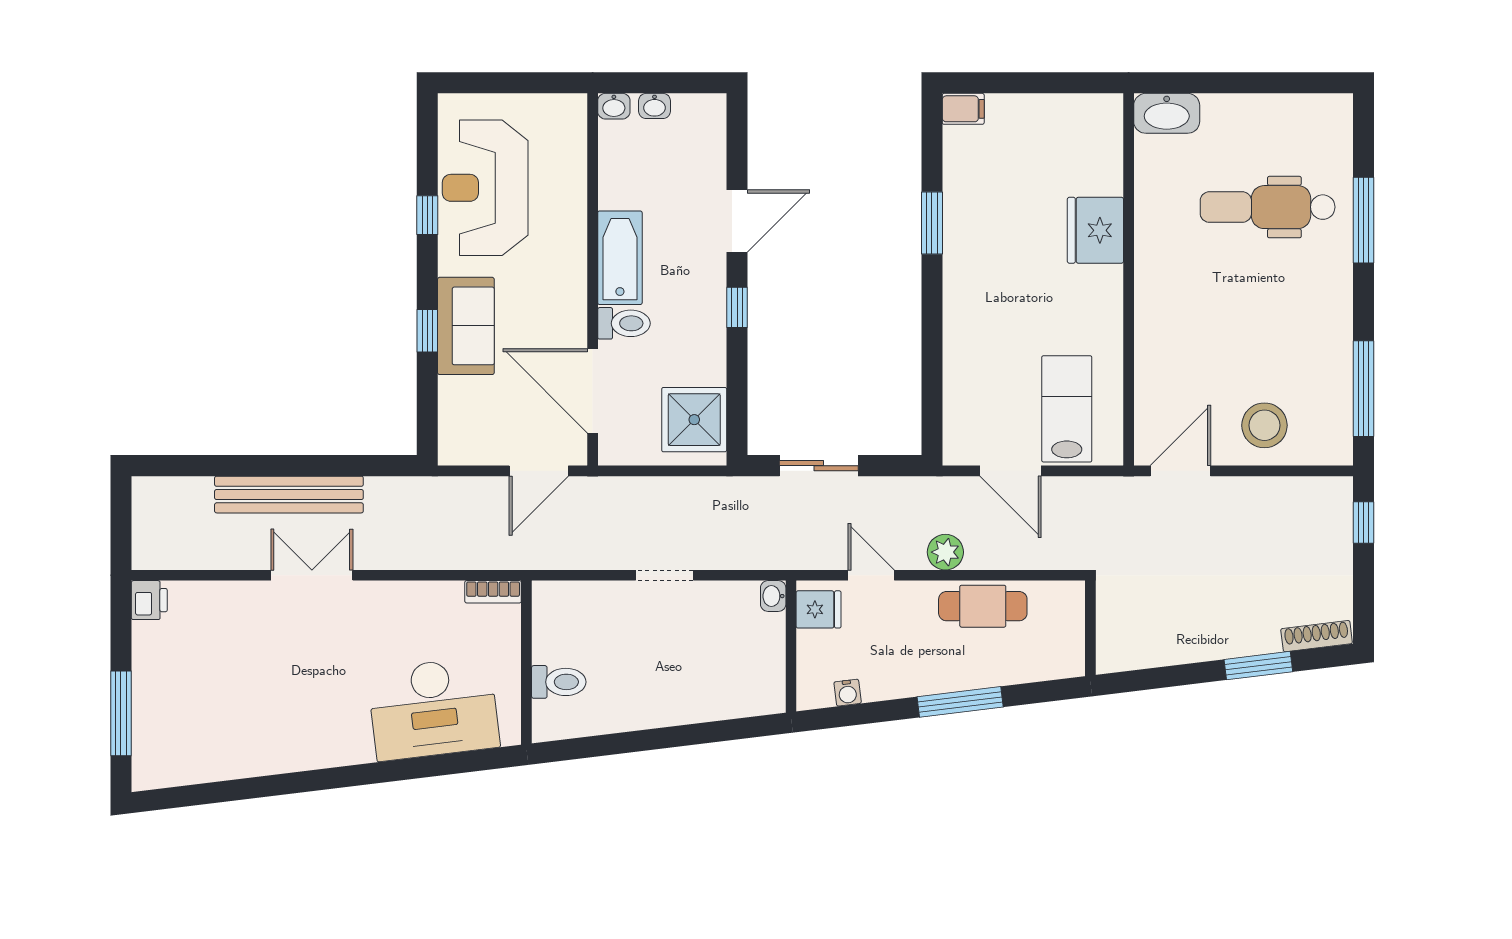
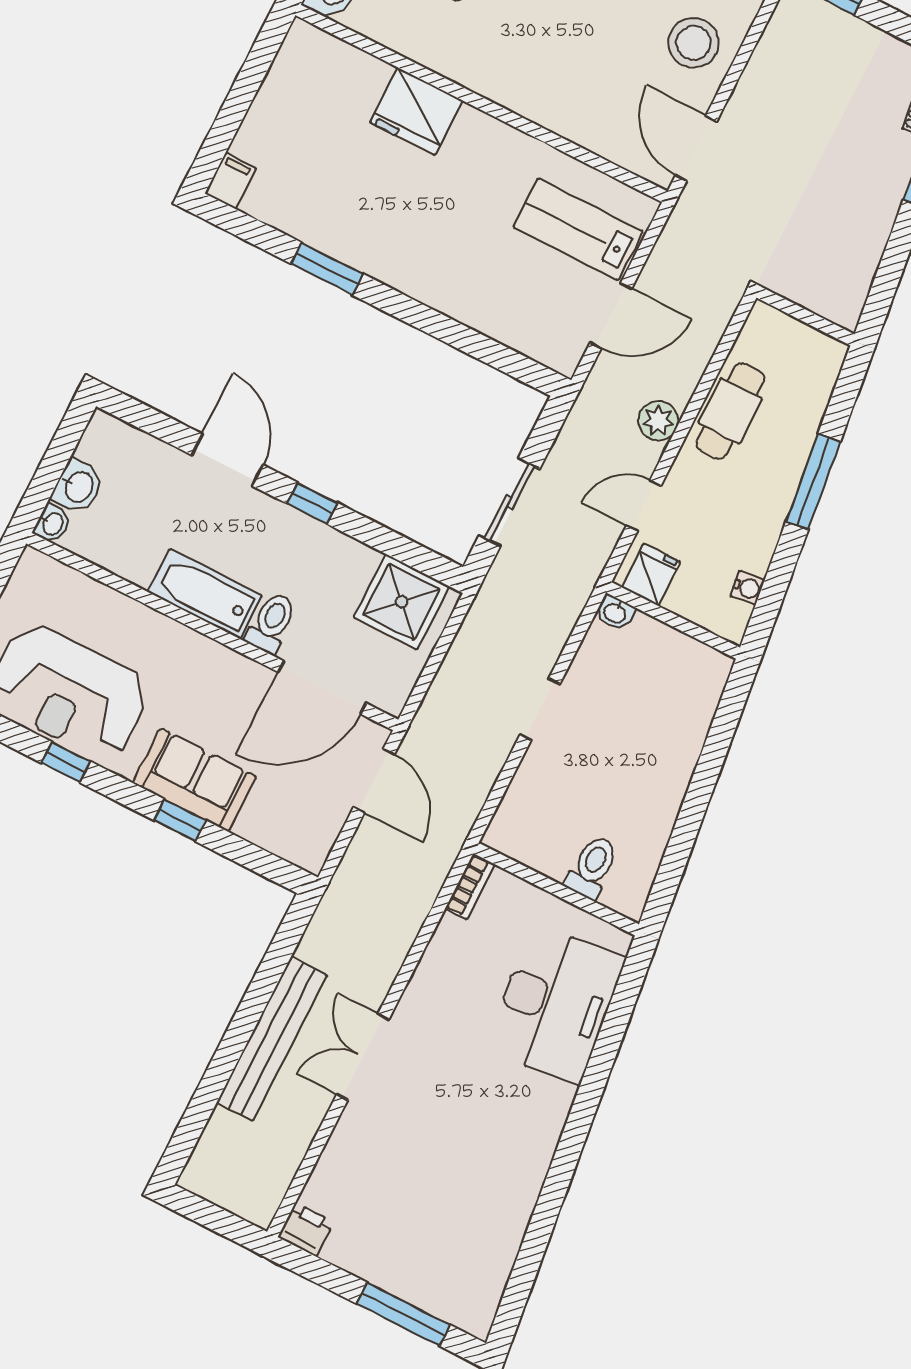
washbasin: (654, 106) -> (78, 486), width x1.38, depth x1.45

